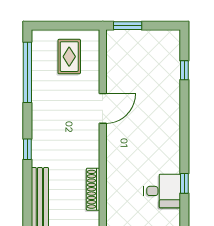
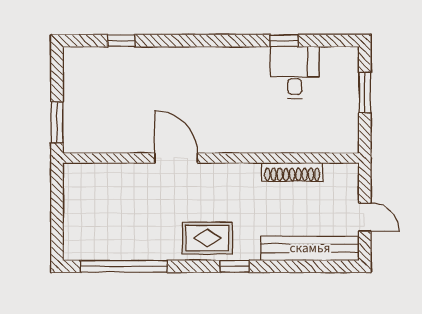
rug: (69, 57) -> (207, 238), moved

